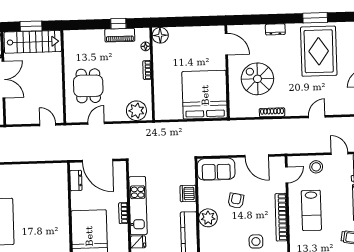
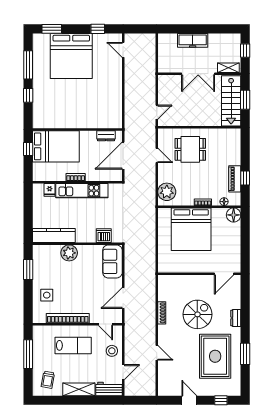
rug: (319, 51) -> (215, 356), turned 90
spiral stairs: (257, 79) -> (197, 314), moved
bed: (205, 95) -> (191, 229), moved, turned 90
dishwasher: (188, 194) -> (104, 236), moved
armchair: (236, 201) -> (84, 278), removed
lab bench: (311, 210) -> (73, 345), turned 180

